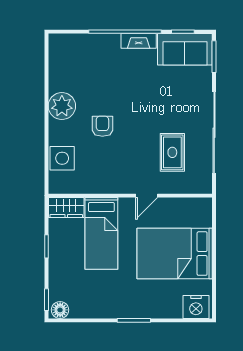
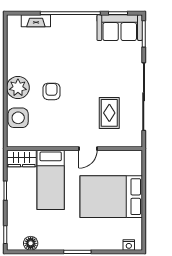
fireplace: (139, 41) -> (36, 21), moved
plant: (62, 106) -> (18, 88), moved
nightstand: (196, 307) -> (129, 245), width x0.53, depth x0.56
floor lamp: (60, 310) -> (31, 243), moved

